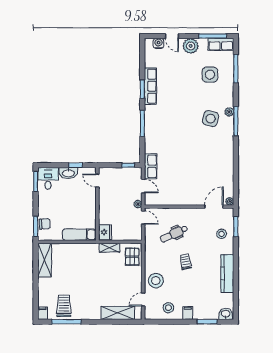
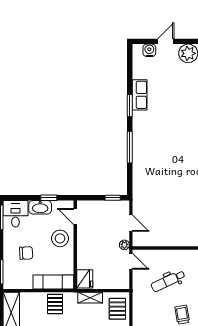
door: (172, 36) -> (166, 41), swing flipped
row of seats: (150, 86) -> (140, 95), width x0.68
row of seats: (151, 166) -> (140, 199), removed
stool: (85, 199) -> (60, 238), added
chair: (45, 224) -> (26, 253), moved
pallet: (81, 253) -> (55, 304), added

